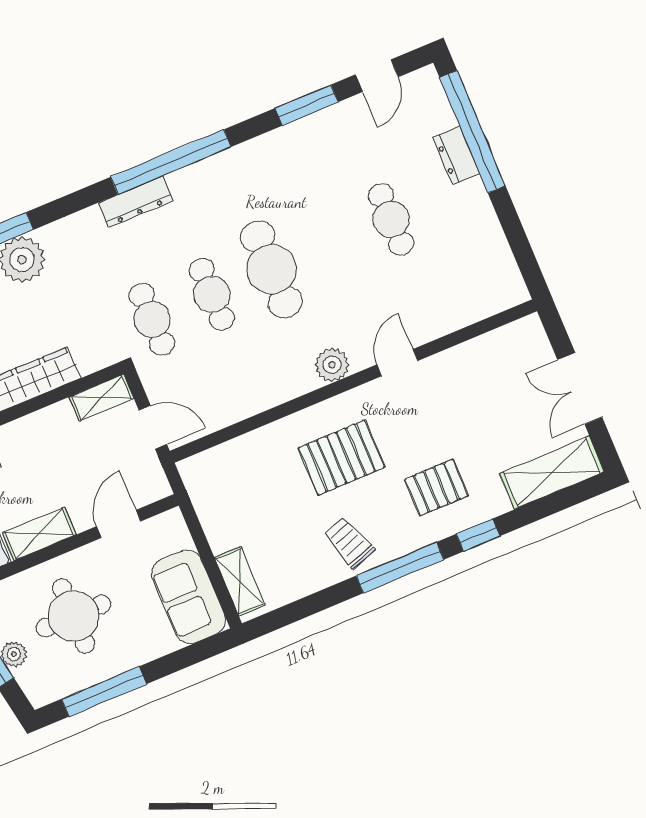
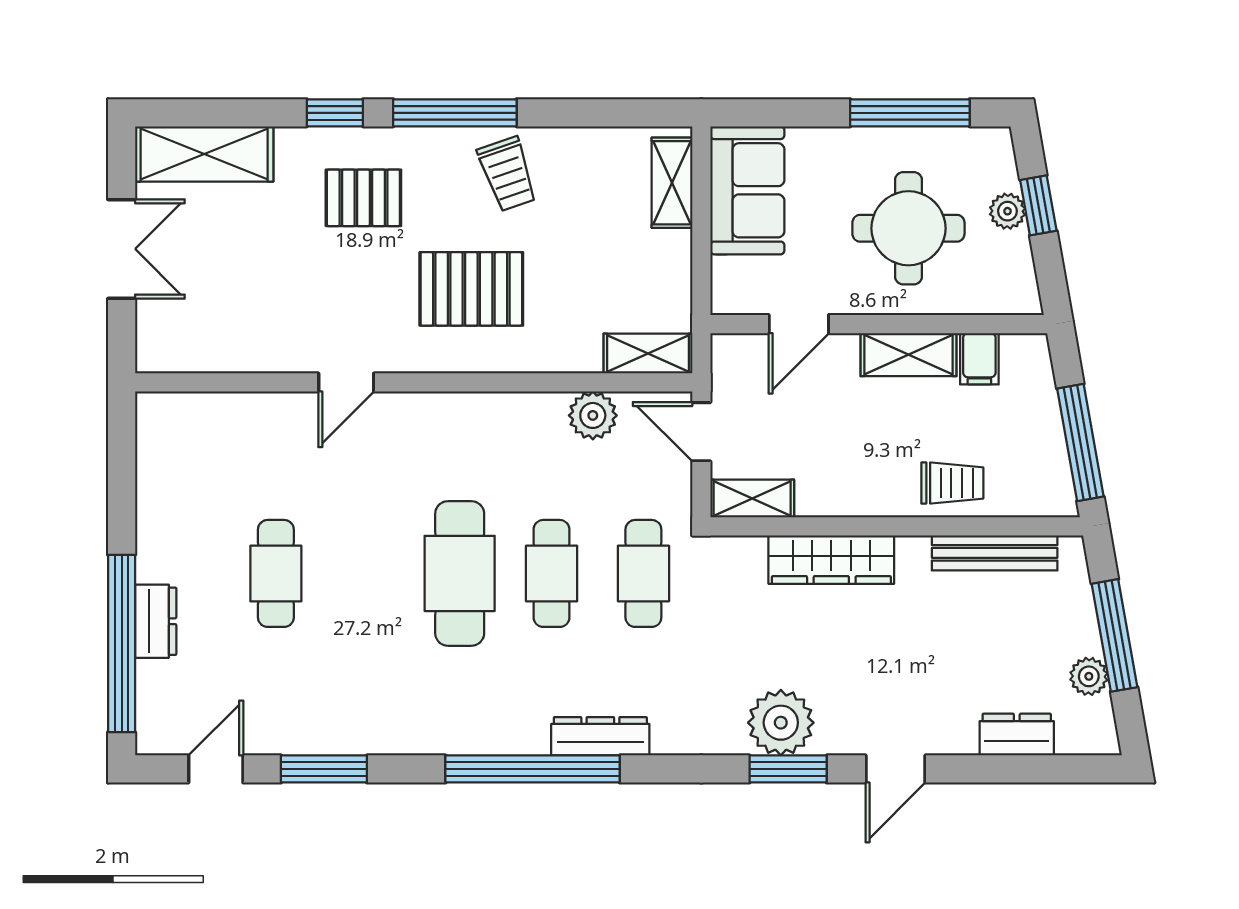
plant: (332, 365) -> (593, 415), moved
shelving: (209, 464) -> (648, 354), added

